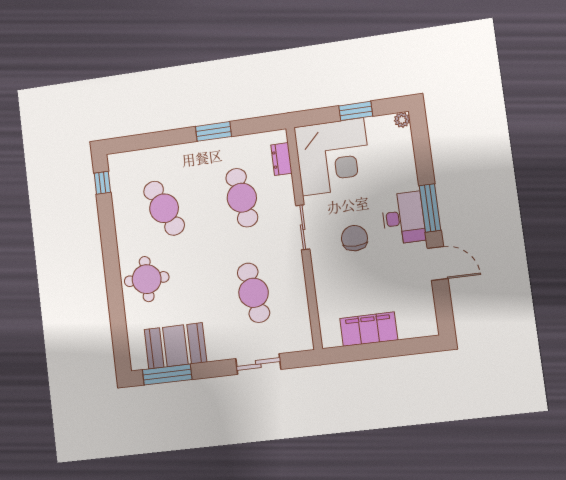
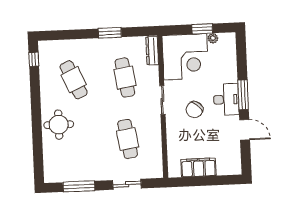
plant: (402, 120) -> (213, 38), moved
dresser: (281, 159) -> (152, 51), width x1.44
chair: (354, 238) -> (194, 110), turned -140
booth: (175, 346) -> (74, 169), removed
window: (167, 375) -> (79, 186), moved

